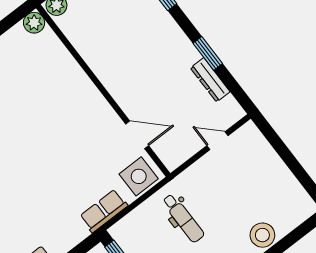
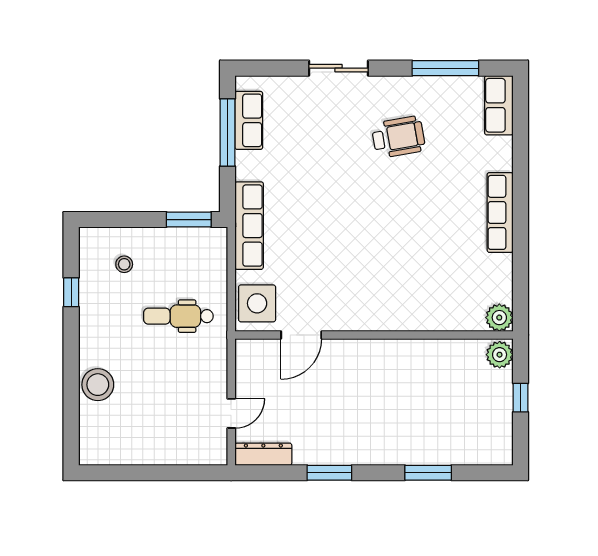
dresser: (210, 80) -> (263, 454), moved
row of seats: (104, 211) -> (249, 226), width x1.48

